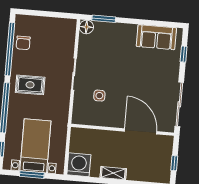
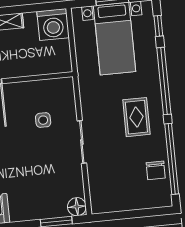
chair: (23, 43) -> (156, 170), turned 180
rug: (30, 85) -> (136, 117), turned 90

